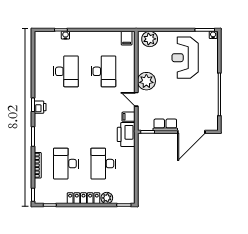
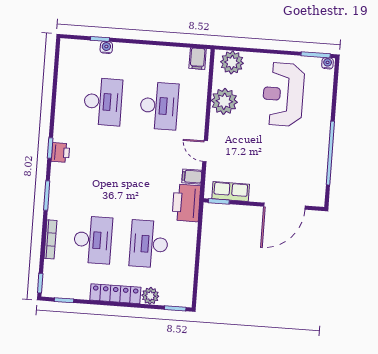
plant: (146, 81) -> (224, 101), moved
row of seats: (165, 125) -> (231, 191), moved
desk: (66, 164) -> (93, 240), turned 180

